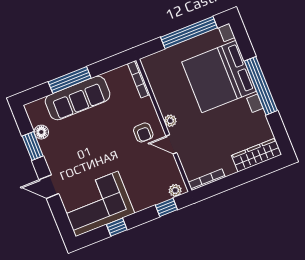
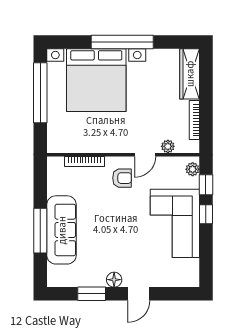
bookcase: (139, 79) -> (84, 161), moved
plant: (170, 121) -> (168, 146), moved
floor lamp: (41, 132) -> (114, 280), moved
bookcase: (207, 180) -> (194, 120), moved
corner sofa: (97, 204) -> (175, 223), moved
window: (117, 227) -> (206, 214), moved

